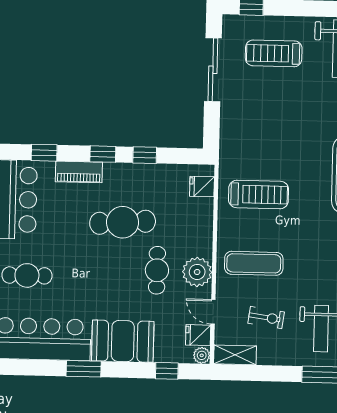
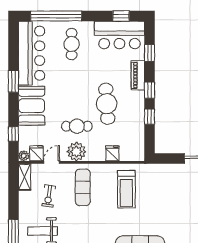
fridge: (202, 186) -> (112, 153), moved

